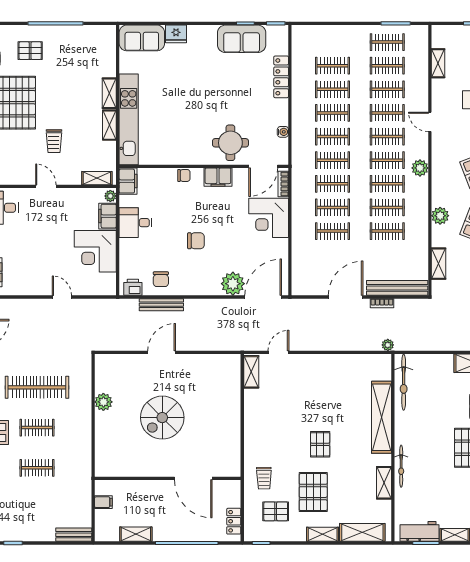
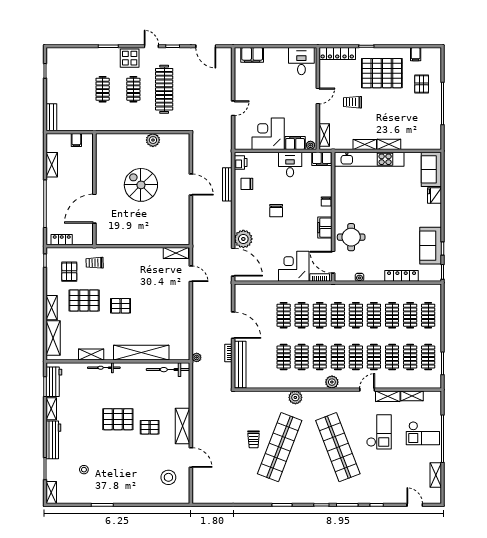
clothes rail: (333, 42) -> (428, 315), added
shelving: (438, 264) -> (388, 396), moved

